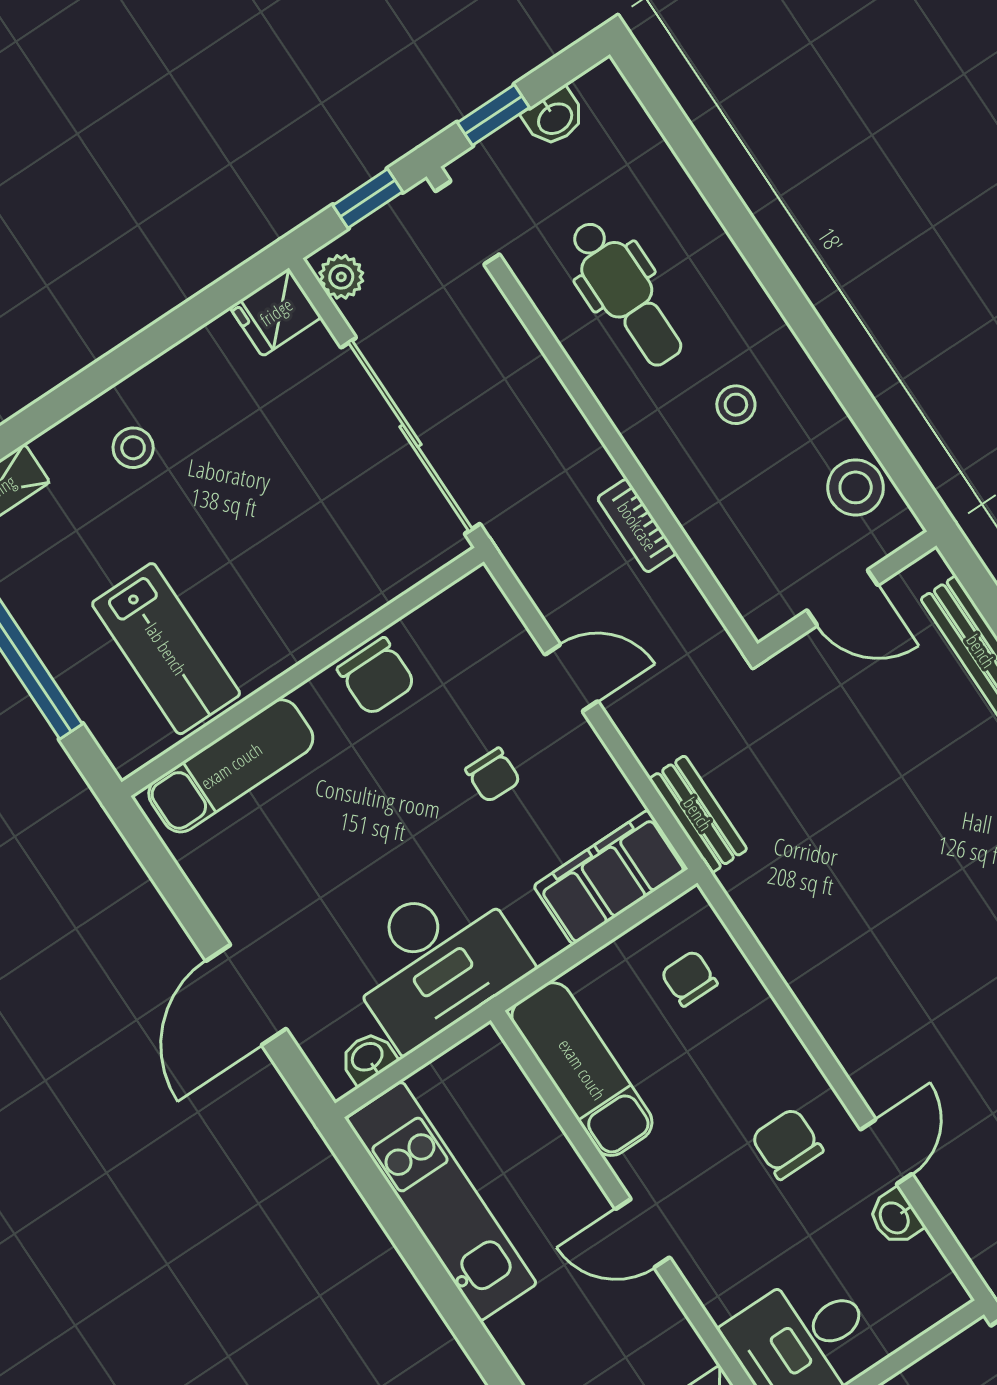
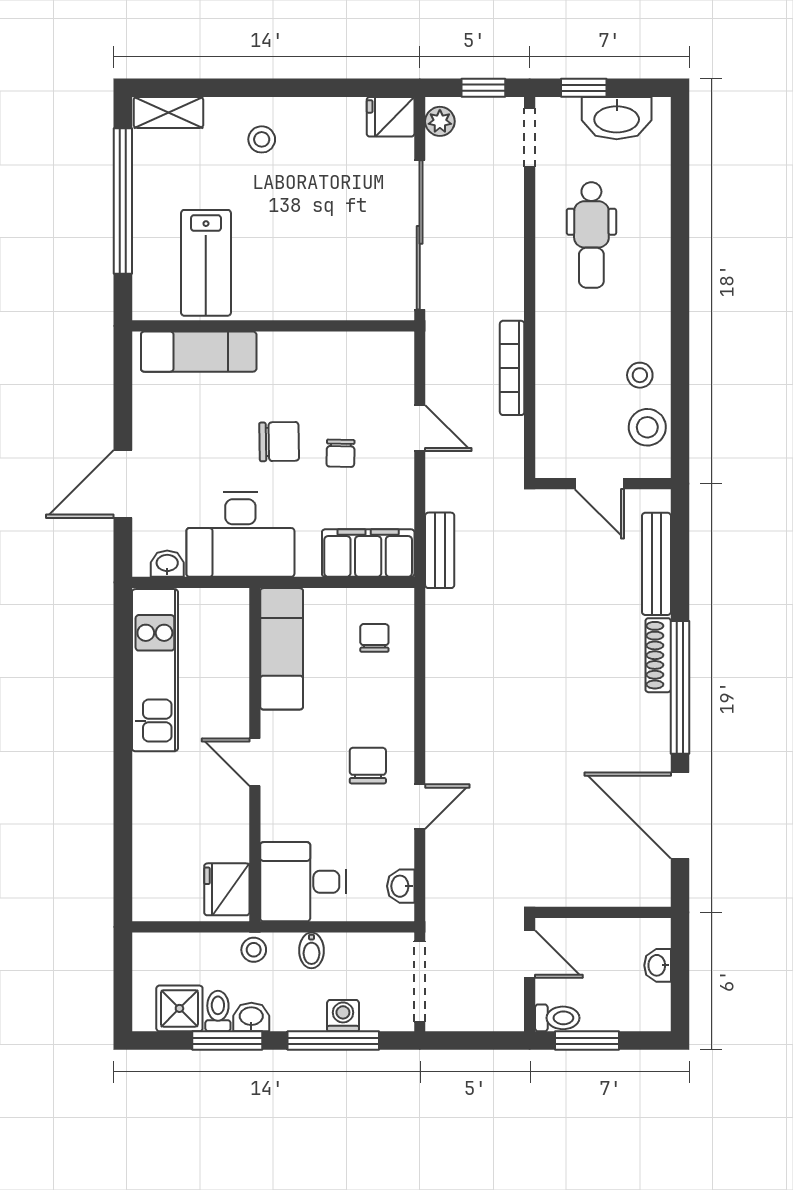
washbasin: (554, 118) -> (617, 118), width x1.91, depth x1.45
stool: (736, 405) -> (640, 375), moved
bookcase: (637, 526) -> (512, 368), width x1.56
chair: (376, 677) -> (279, 442), moved, turned -91
washbasin: (895, 1217) -> (401, 886), moved

